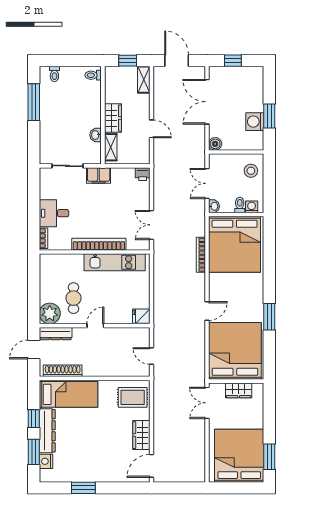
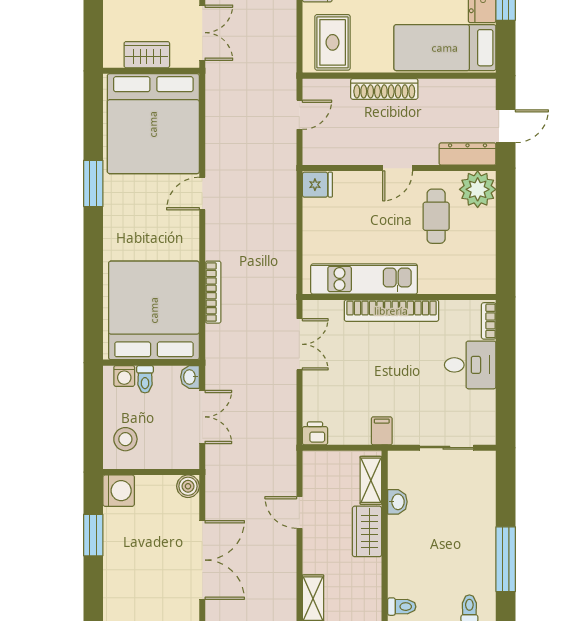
washing machine: (255, 122) -> (119, 491), moved
filing cabinet: (99, 176) -> (382, 431), width x0.50
door: (151, 356) -> (299, 115), hinge flipped
shoe rack: (63, 371) -> (384, 89), moved
rug: (133, 397) -> (333, 42), turned 90

